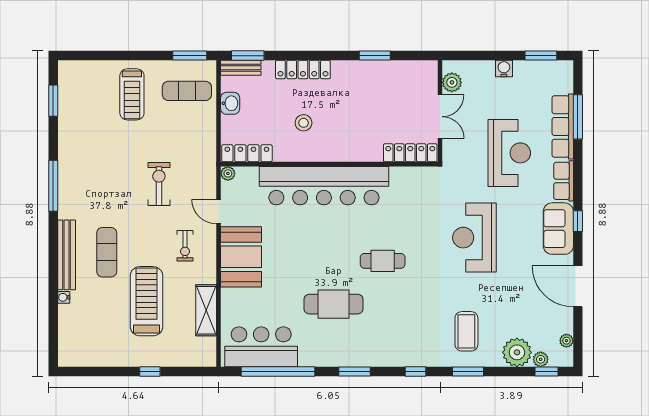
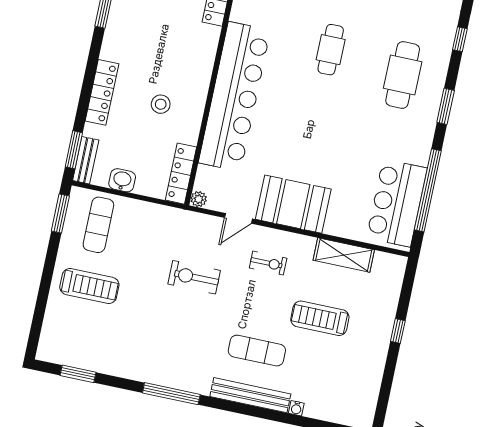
treadmill: (147, 301) -> (320, 318), width x0.73, depth x0.73
cafe table: (334, 304) -> (403, 75), moved

